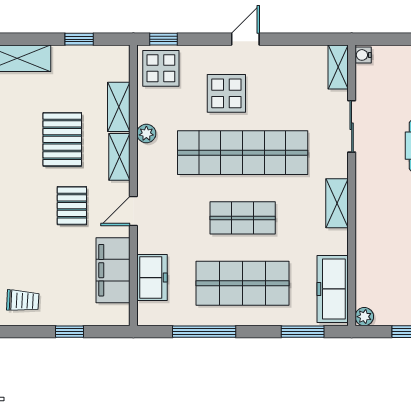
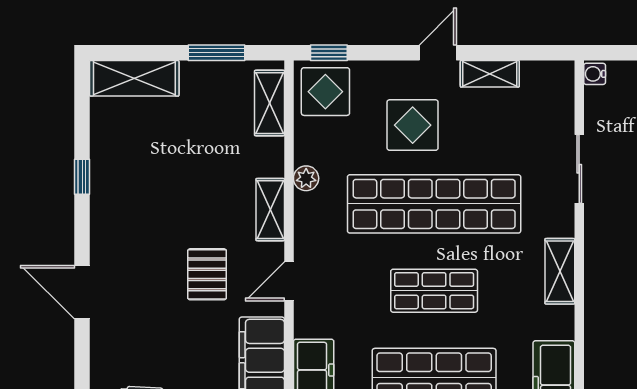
window: (79, 39) -> (217, 53), width x1.50
shelving: (338, 67) -> (490, 74), moved, turned 90
shelving: (119, 107) -> (270, 103), moved
pallet: (62, 139) -> (194, 186), removed

